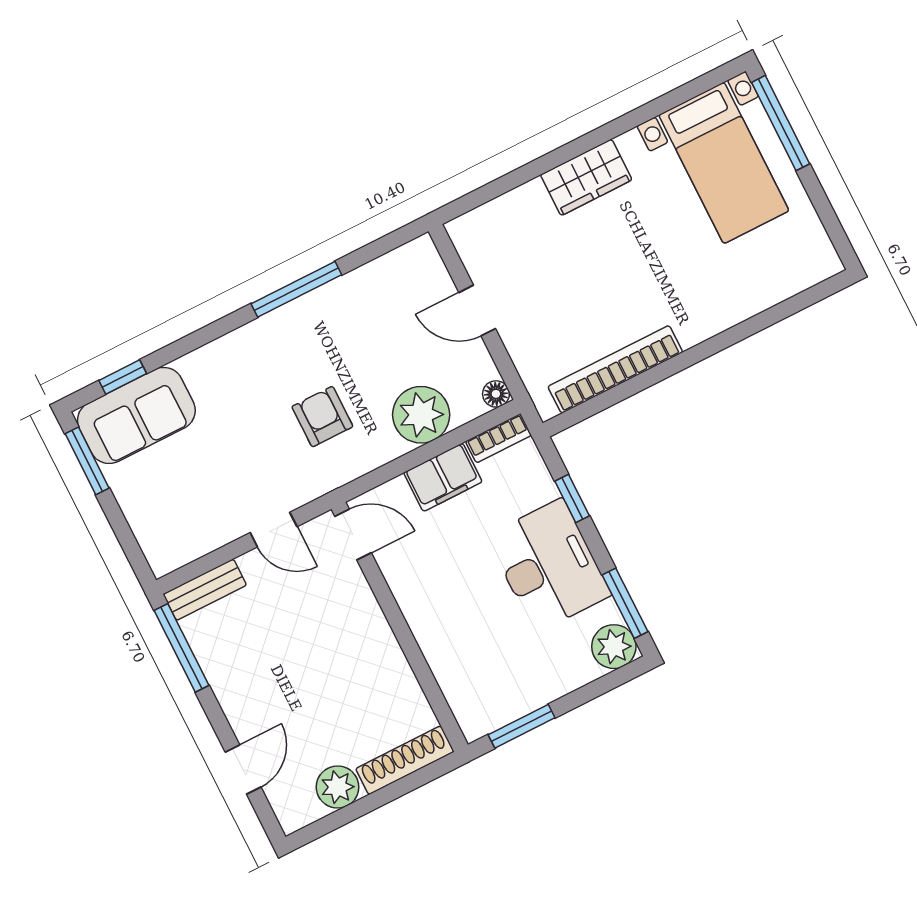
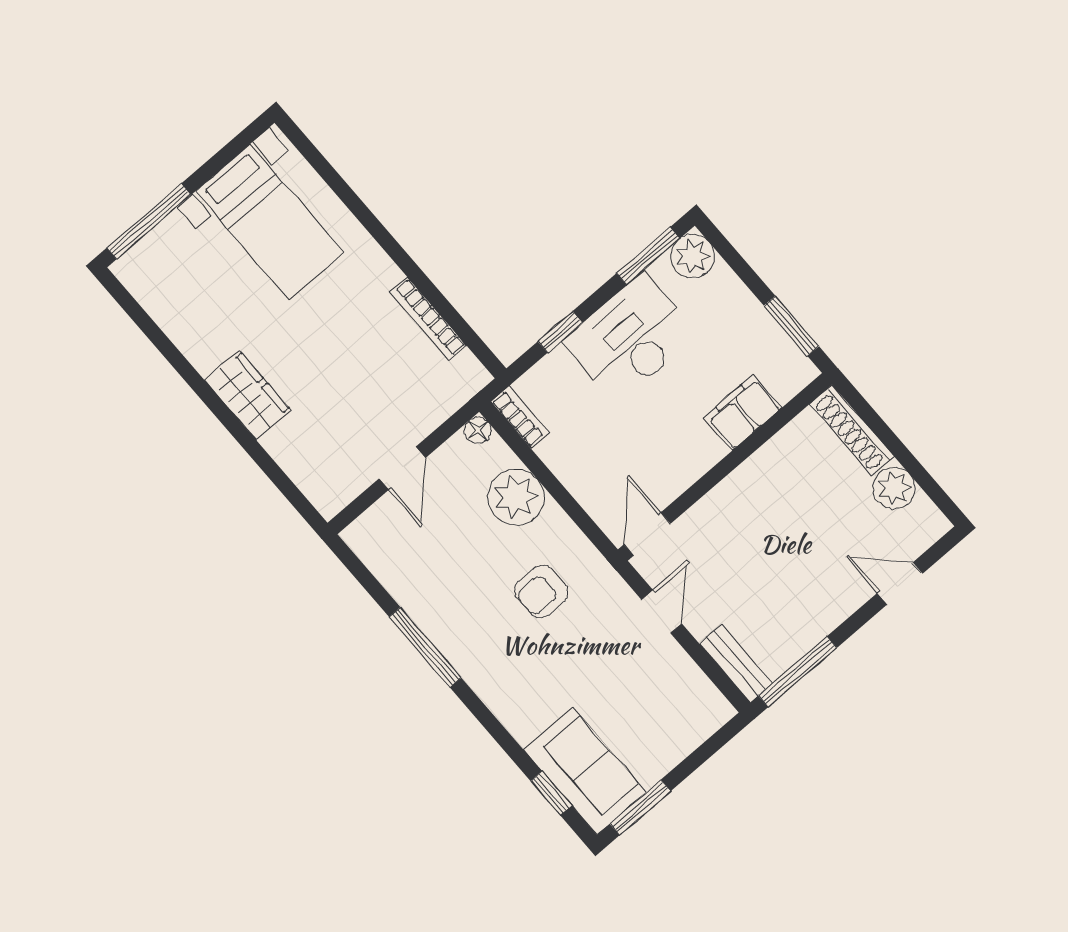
bed with nightstands: (724, 163) -> (269, 222), moved, turned 90
bookcase: (615, 369) -> (428, 319), width x0.68, depth x0.76
filing cabinet: (443, 477) -> (743, 413), moved, turned -90

